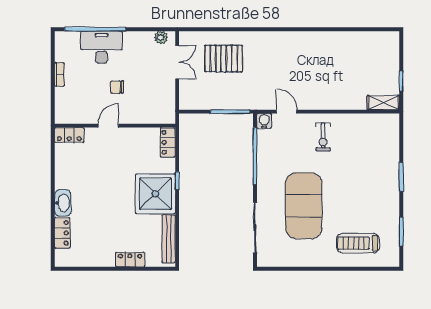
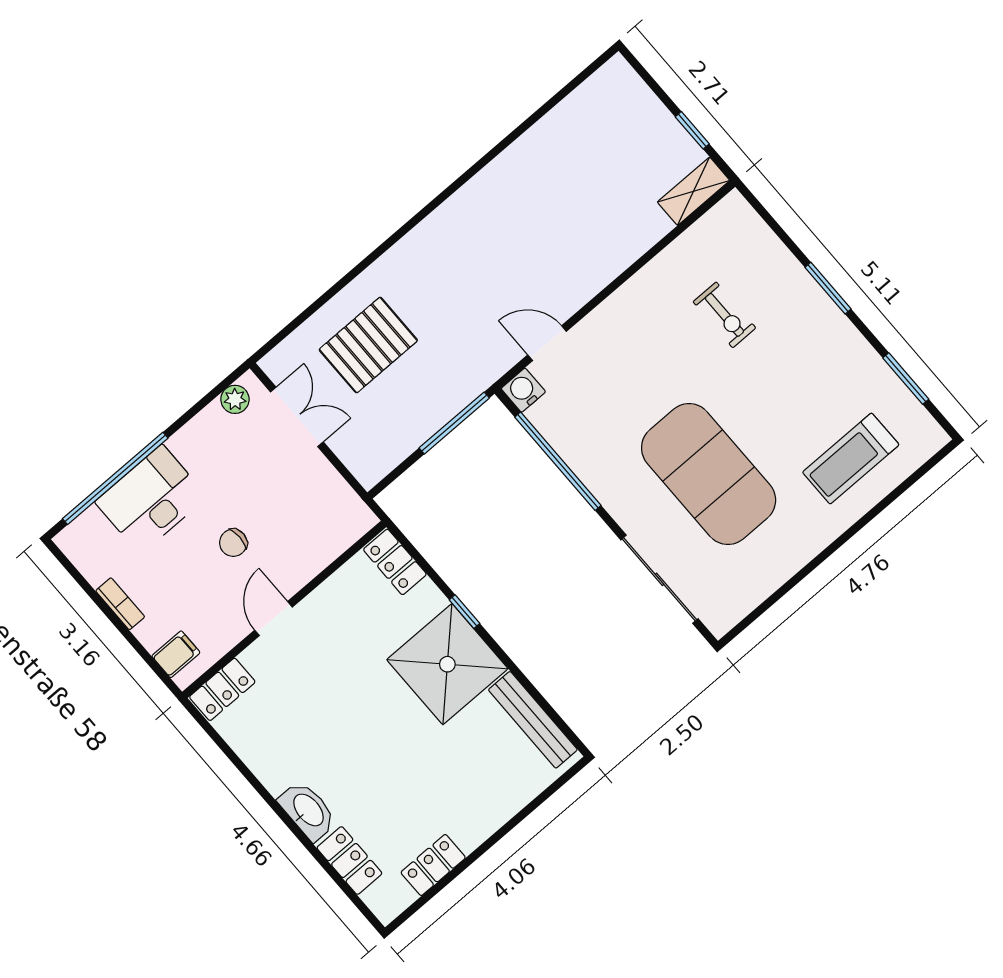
filing cabinet: (64, 109) -> (176, 654), added
exercise bike: (323, 137) -> (724, 315), moved
locker: (130, 260) -> (433, 865), moved

